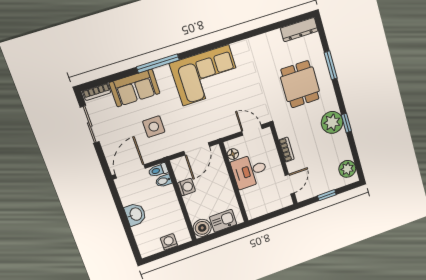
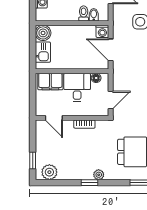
plant: (332, 122) -> (99, 175), width x0.53, depth x0.53
toilet: (158, 170) -> (84, 13), moved
washing machine: (187, 187) -> (102, 31), moved
window: (327, 195) -> (33, 160), moved
filing cabinet: (252, 202) -> (50, 82), added

